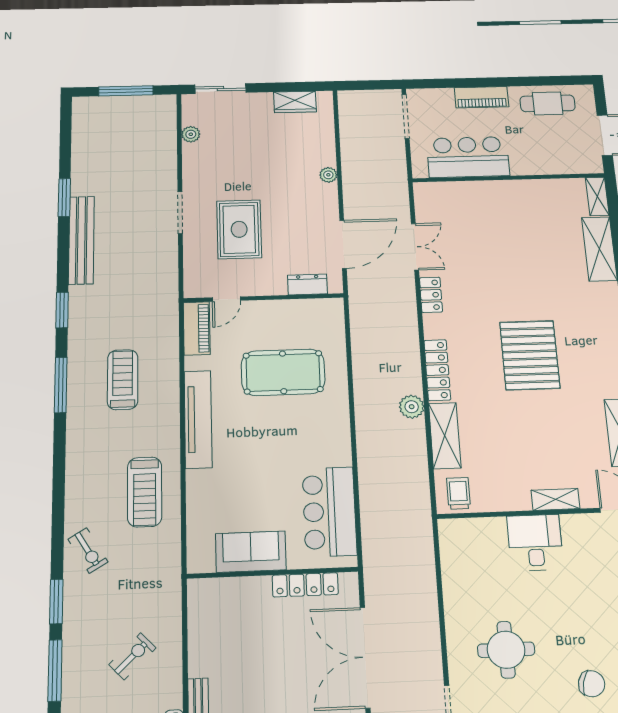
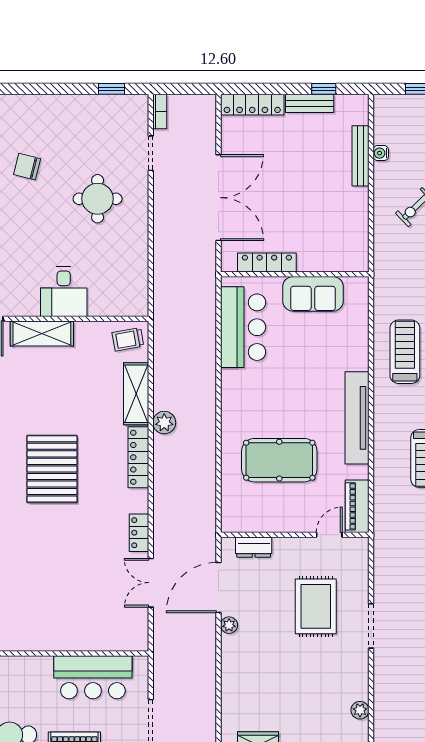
plant: (328, 175) -> (229, 625), moved
trolley: (458, 493) -> (128, 339), turned 80
shelving: (555, 499) -> (42, 333), width x1.50, depth x1.33

